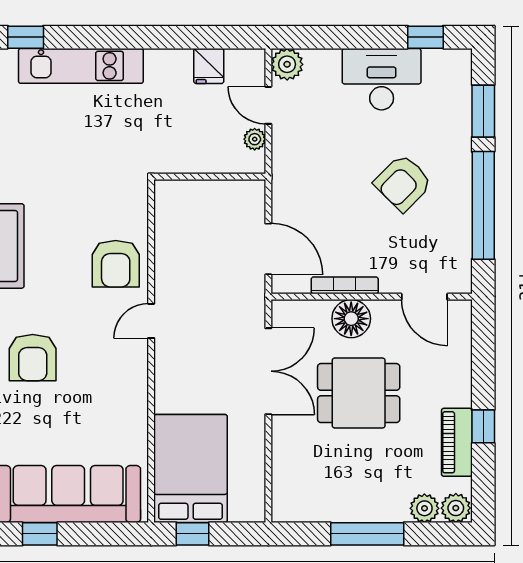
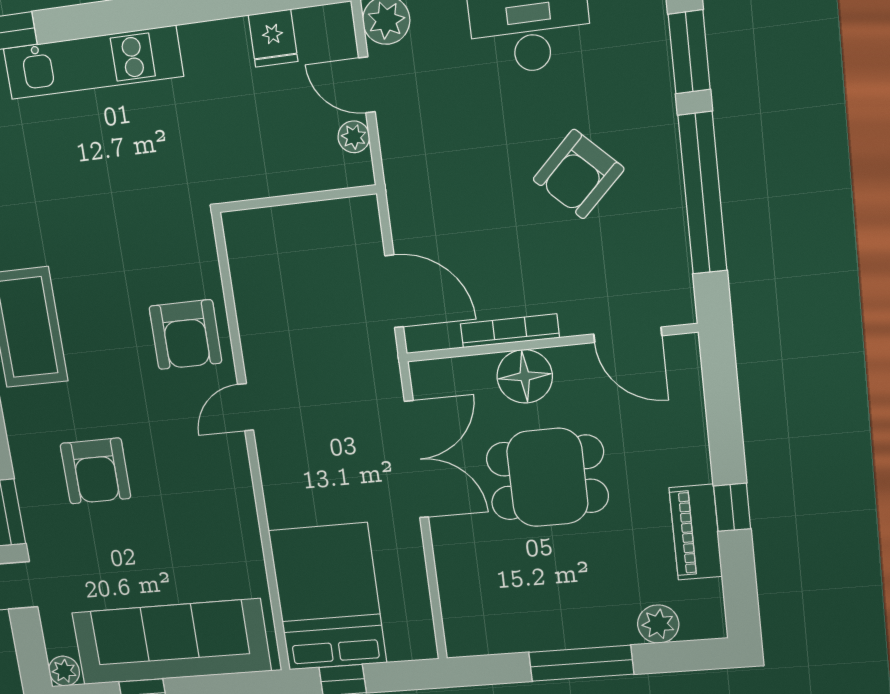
plant: (456, 508) -> (703, 620), removed

